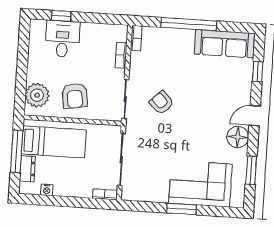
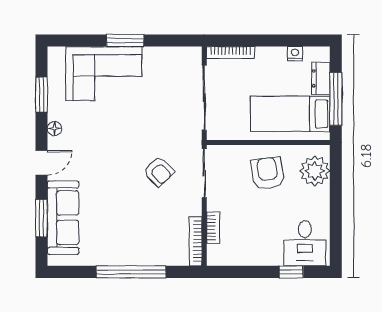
bookcase: (136, 38) -> (196, 241), width x1.56
desk: (62, 39) -> (305, 243), moved
sofa: (224, 44) -> (63, 218), moved, turned 90
window: (258, 72) -> (41, 218), width x1.50
floor lamp: (238, 137) -> (55, 129), width x0.53, depth x0.53
bookcase: (105, 194) -> (231, 53), width x1.56

